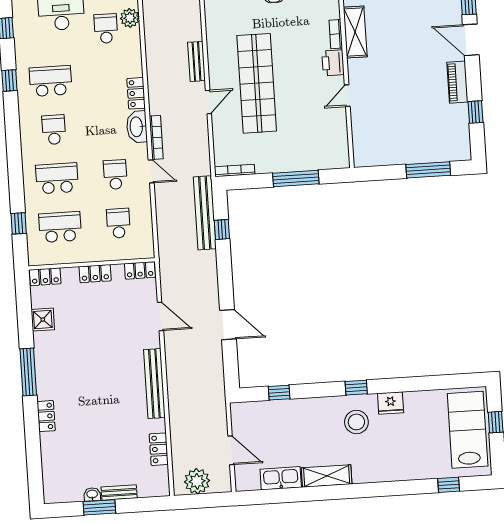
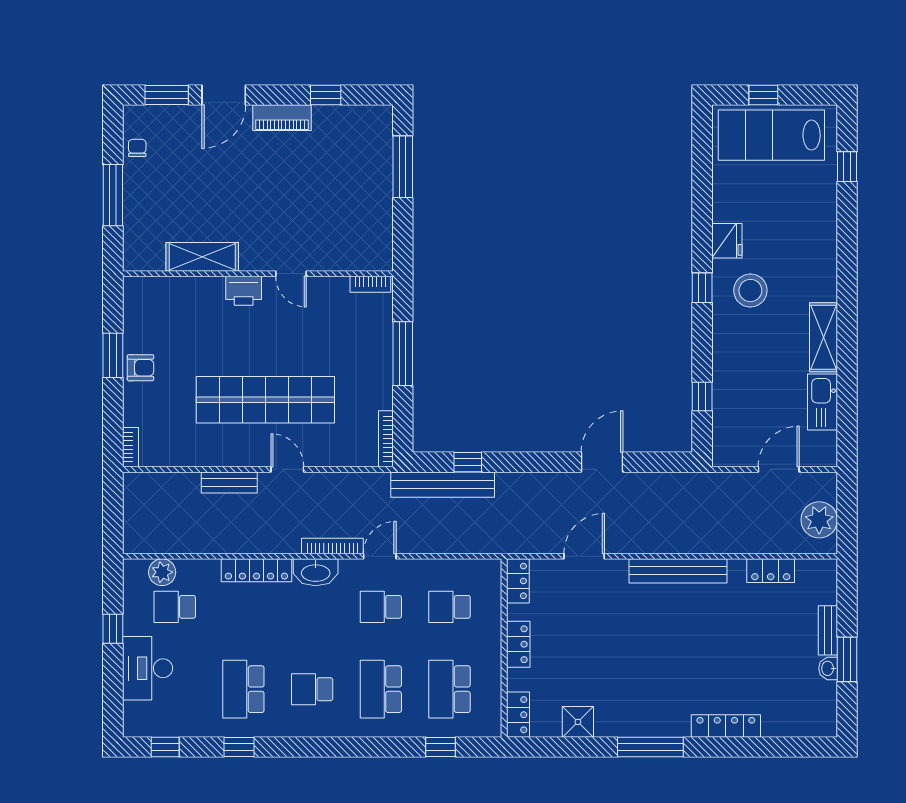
bookcase: (336, 34) -> (370, 284), moved
locker: (136, 93) -> (256, 570), width x1.53
locker: (46, 416) -> (726, 726), width x1.53

